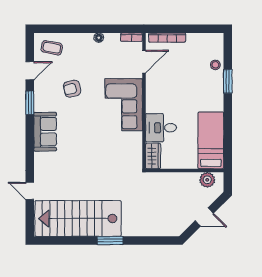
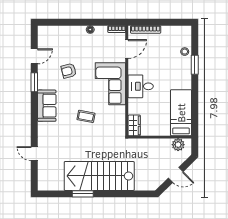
coffee table: (52, 48) -> (86, 116), moved
desk: (161, 128) -> (141, 86), moved
stairs: (78, 218) -> (99, 176), moved
window: (110, 241) -> (83, 194), moved

